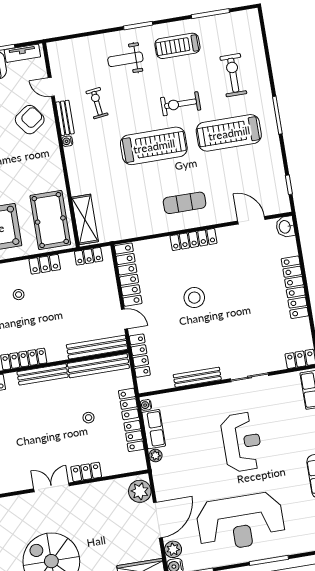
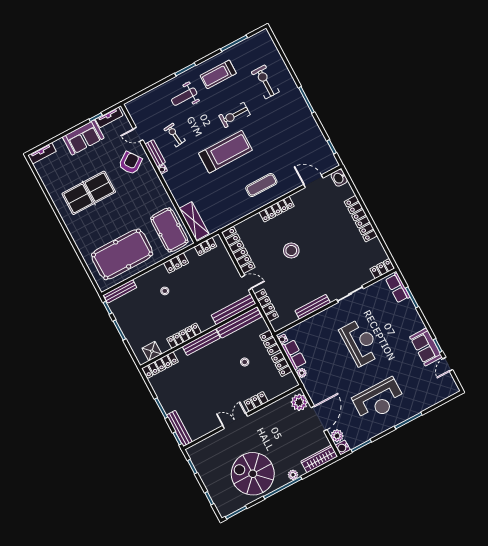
treadmill: (229, 133) -> (276, 124), removed
reception desk: (240, 522) -> (379, 400), width x0.74, depth x0.77

